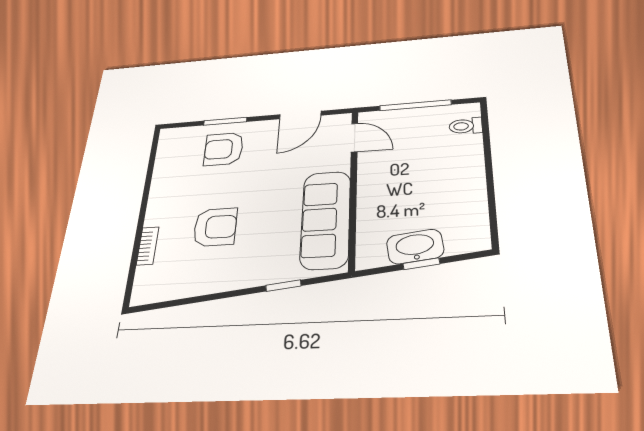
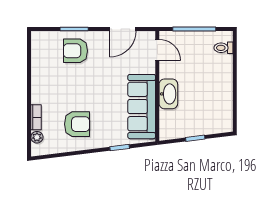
armchair: (215, 227) -> (77, 124), moved
washbasin: (415, 247) -> (168, 94), moved, turned 97
plant: (144, 276) -> (37, 137), added

